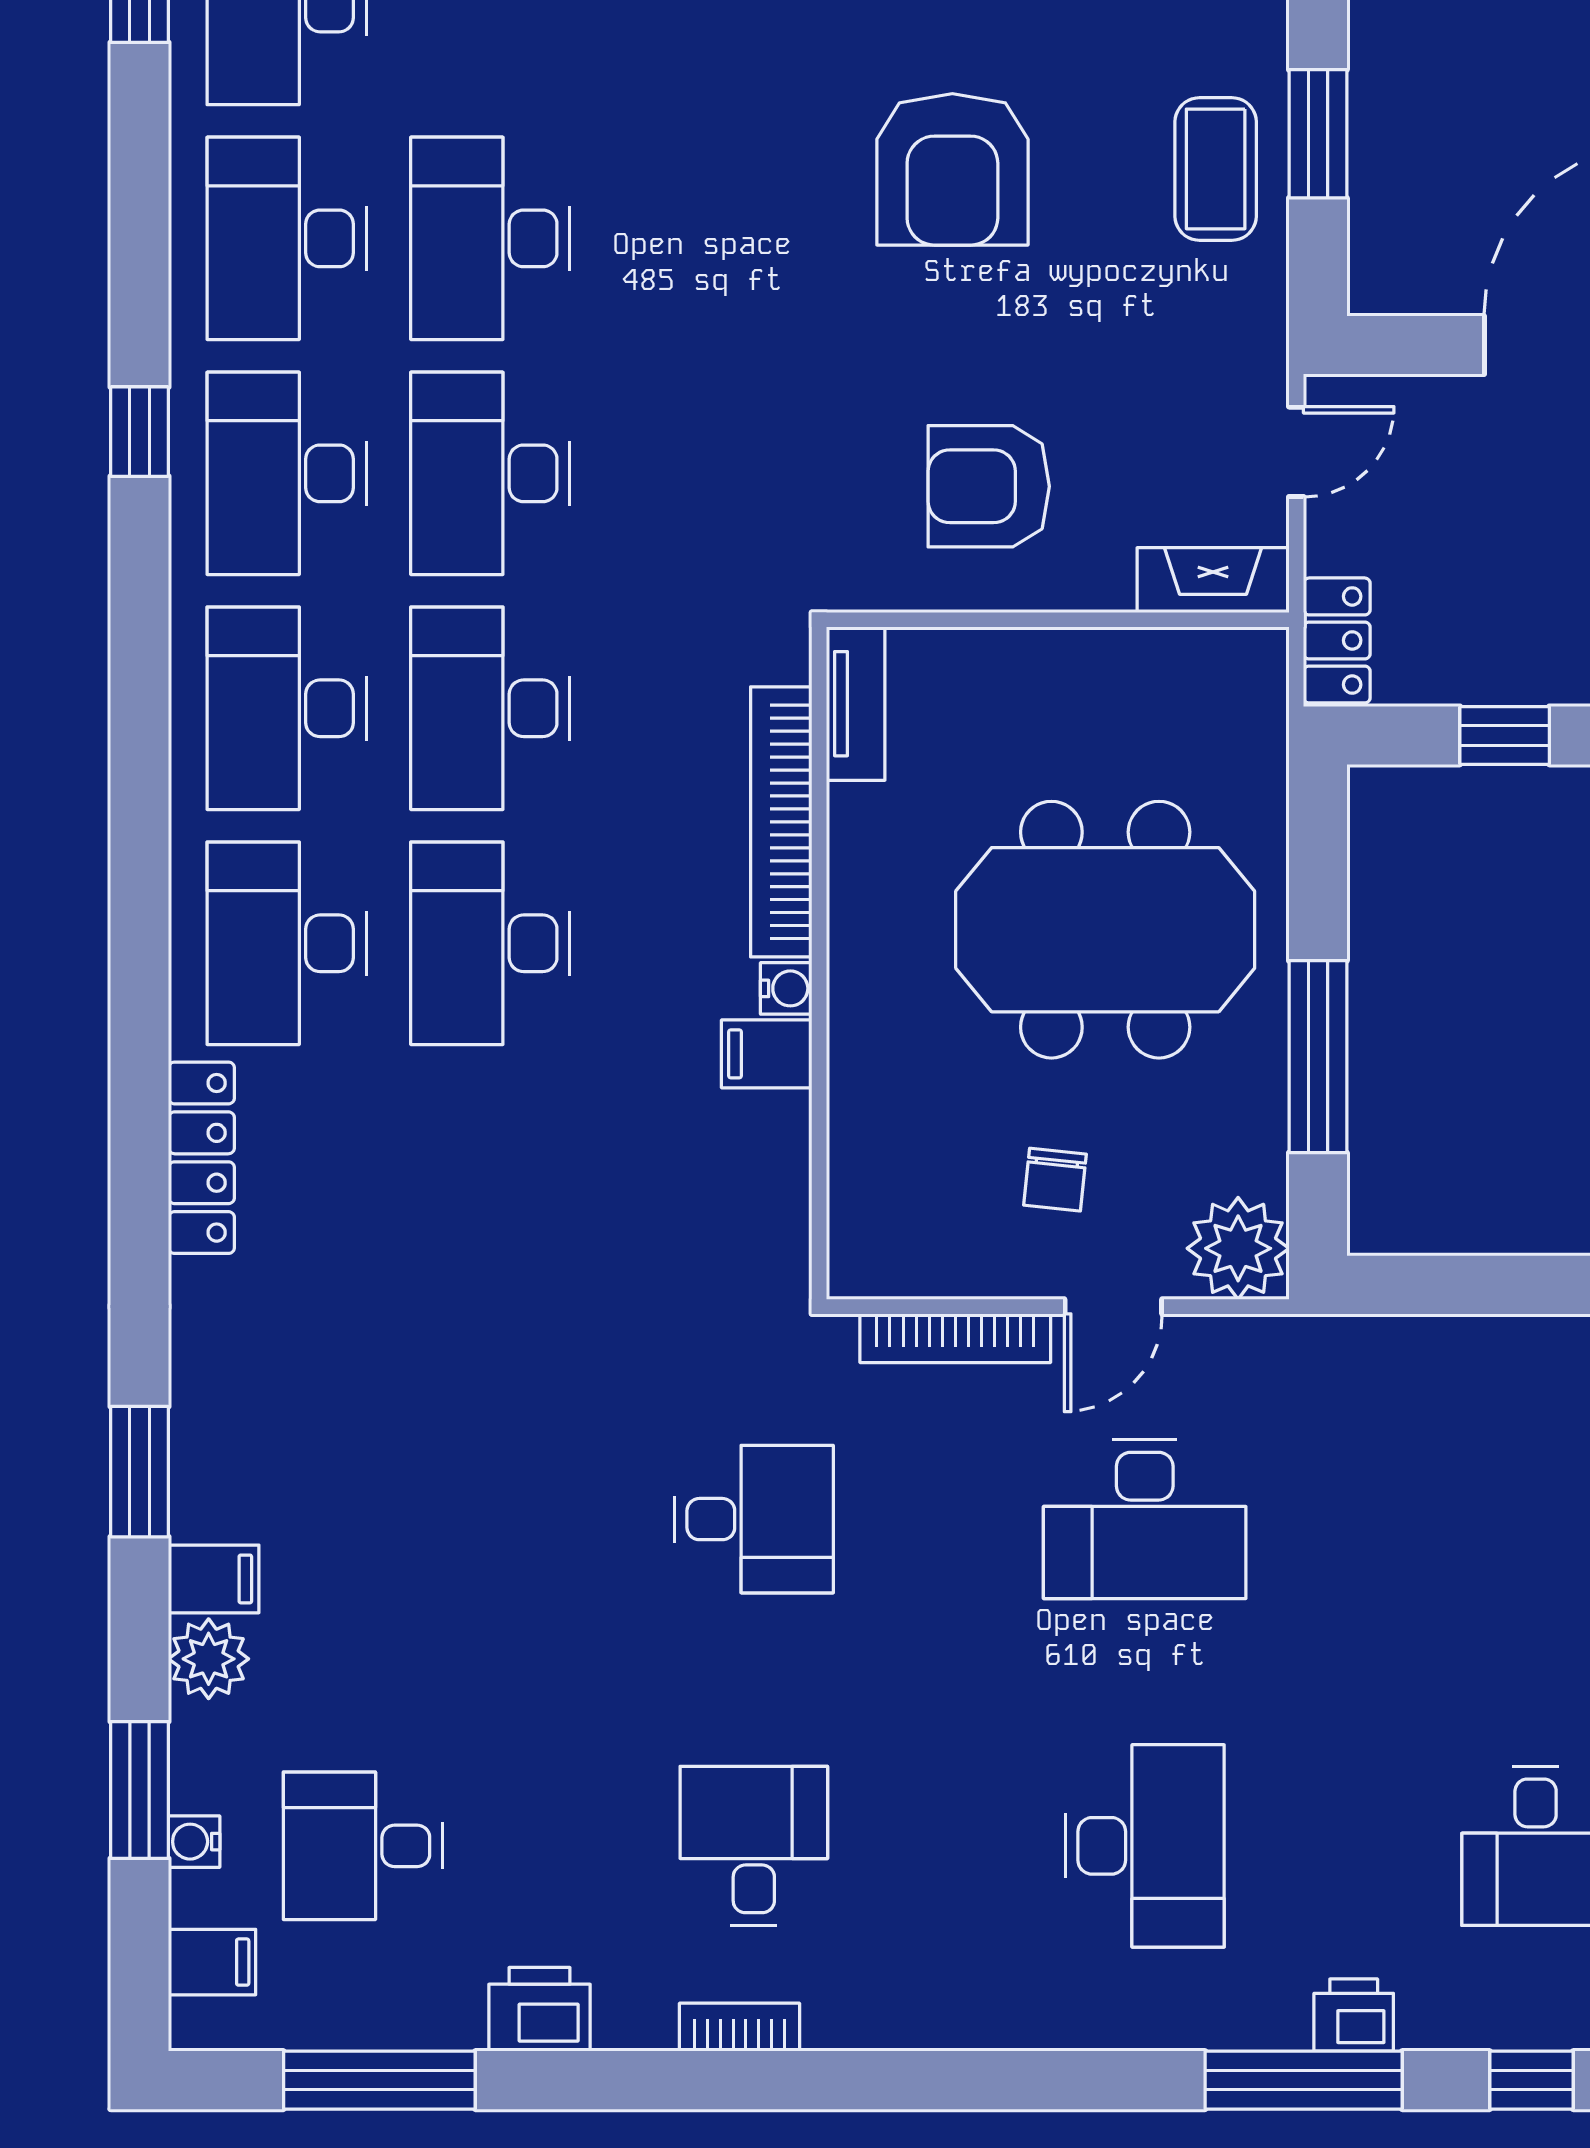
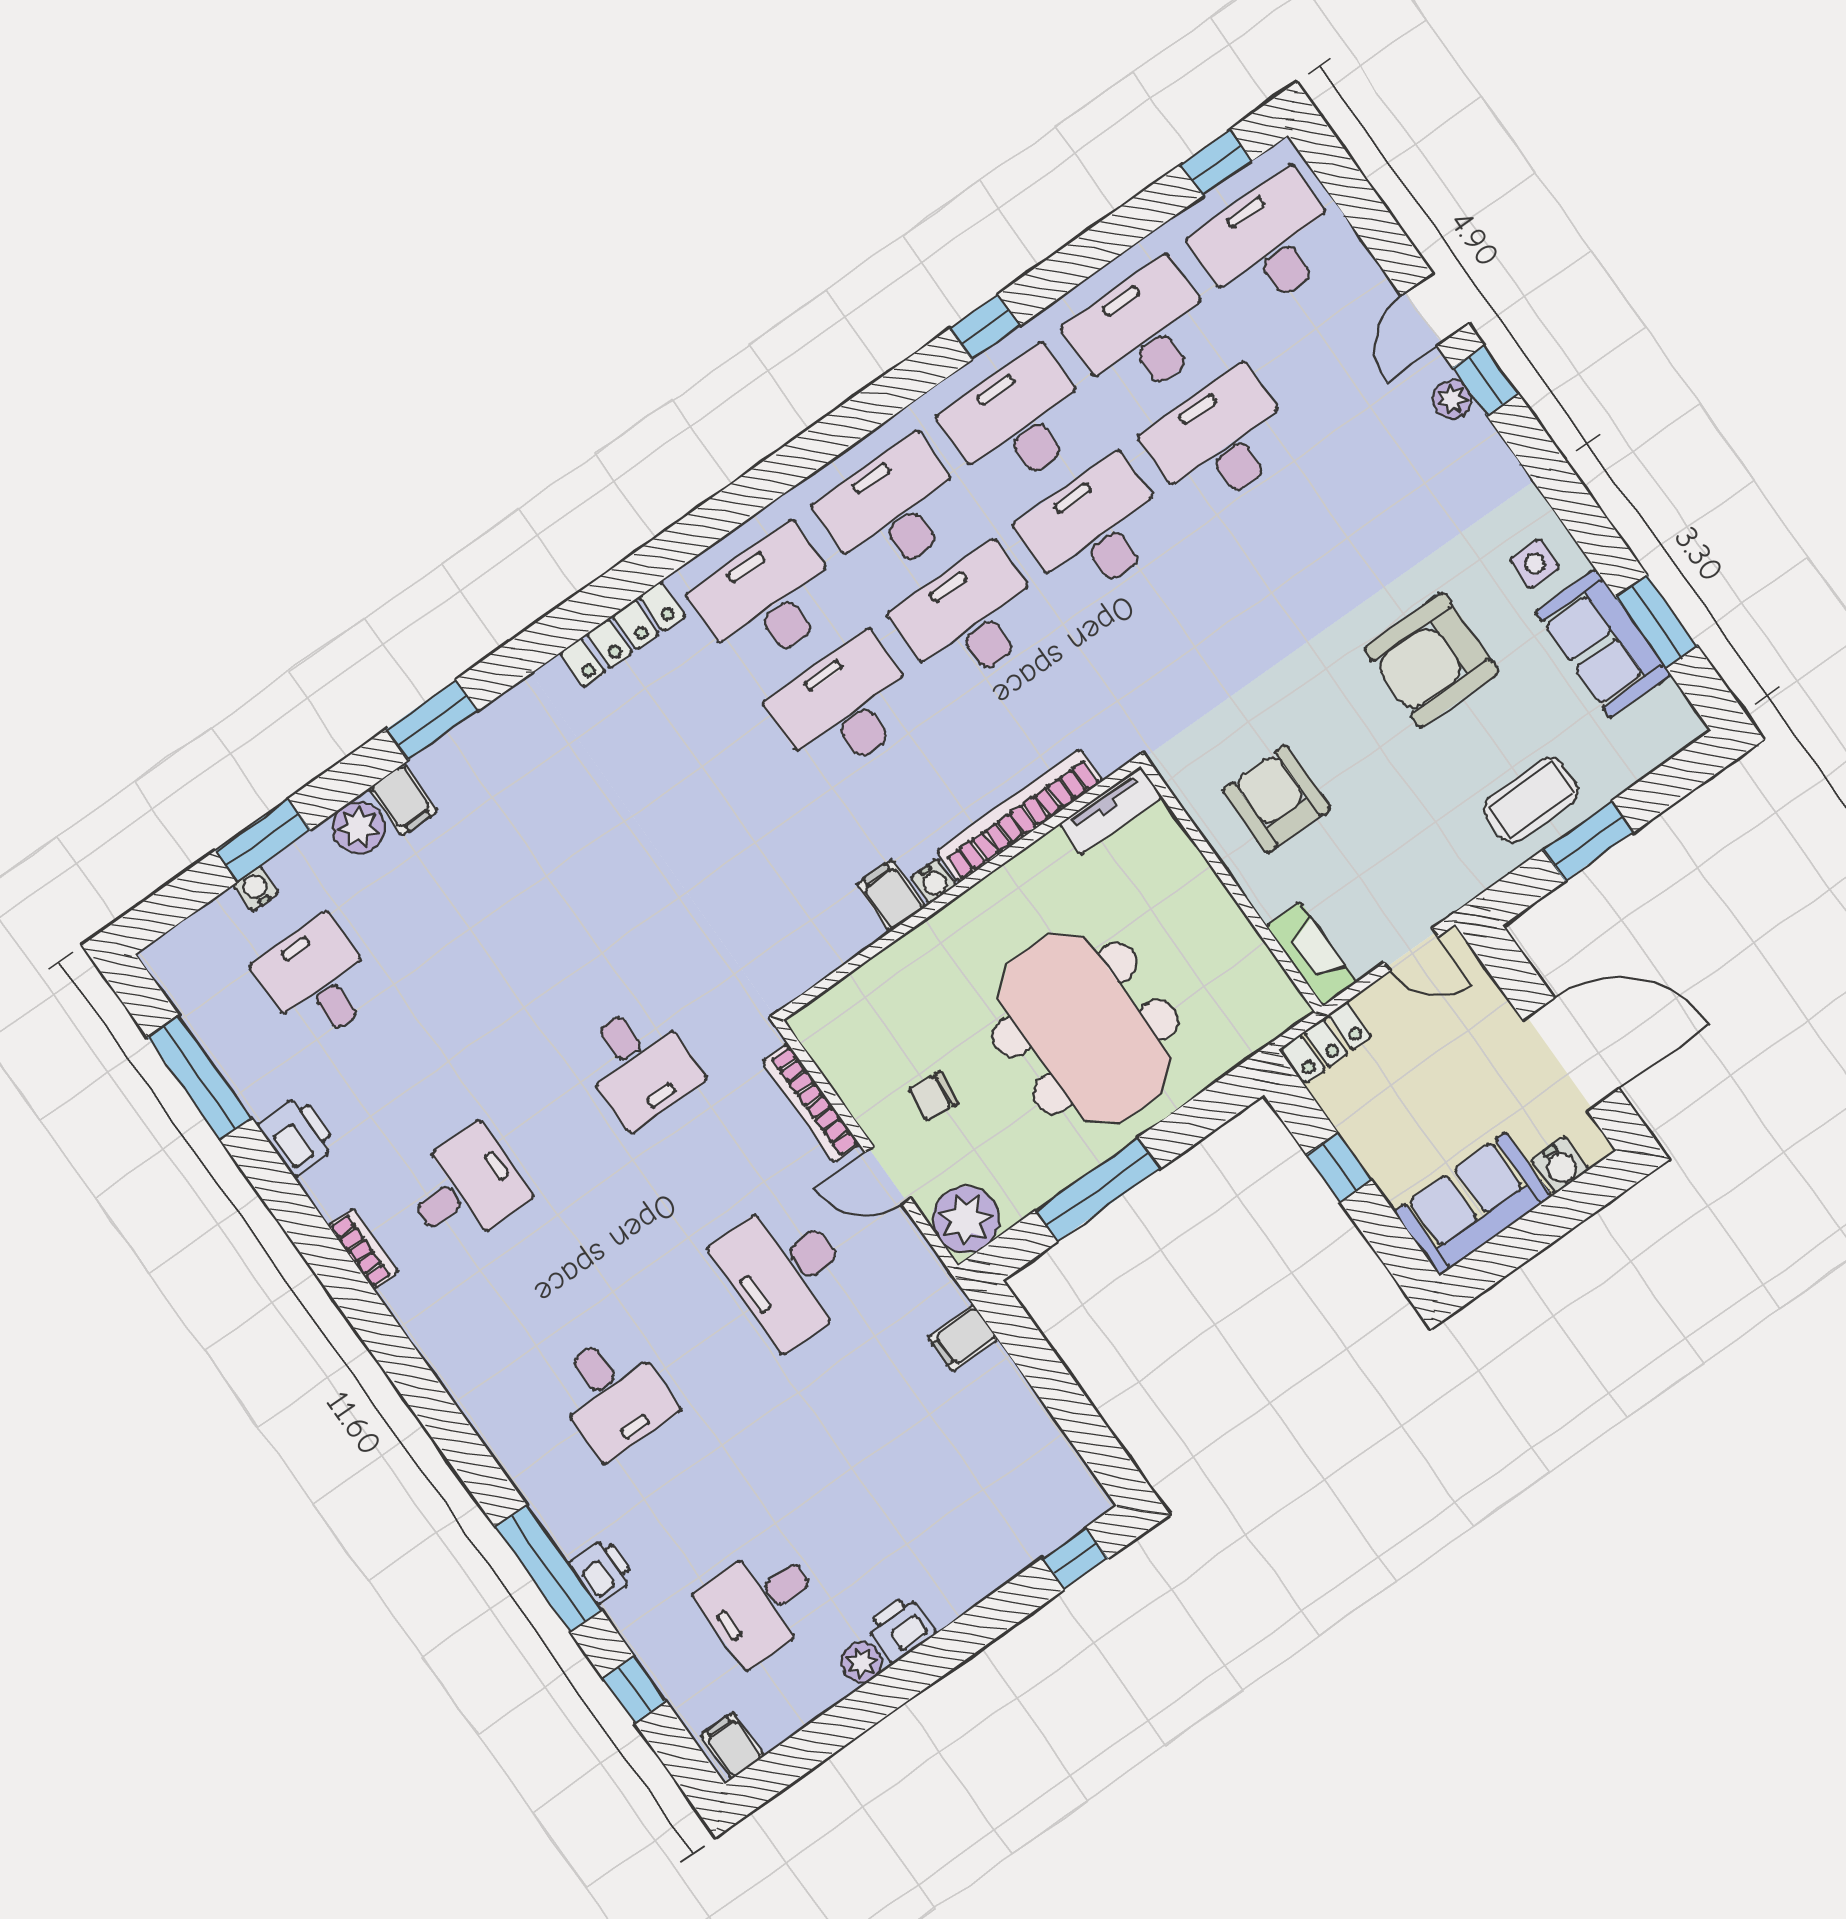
desk: (1145, 1846) -> (613, 1396), width x0.73
filing cabinet: (212, 1962) -> (963, 1338), moved, turned 90

